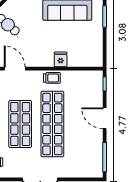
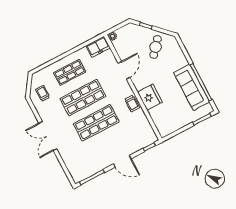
fridge: (61, 59) -> (150, 97), width x1.88, depth x1.34
door: (105, 118) -> (122, 161), swing flipped
shop shelf: (52, 124) -> (96, 123), width x0.71

